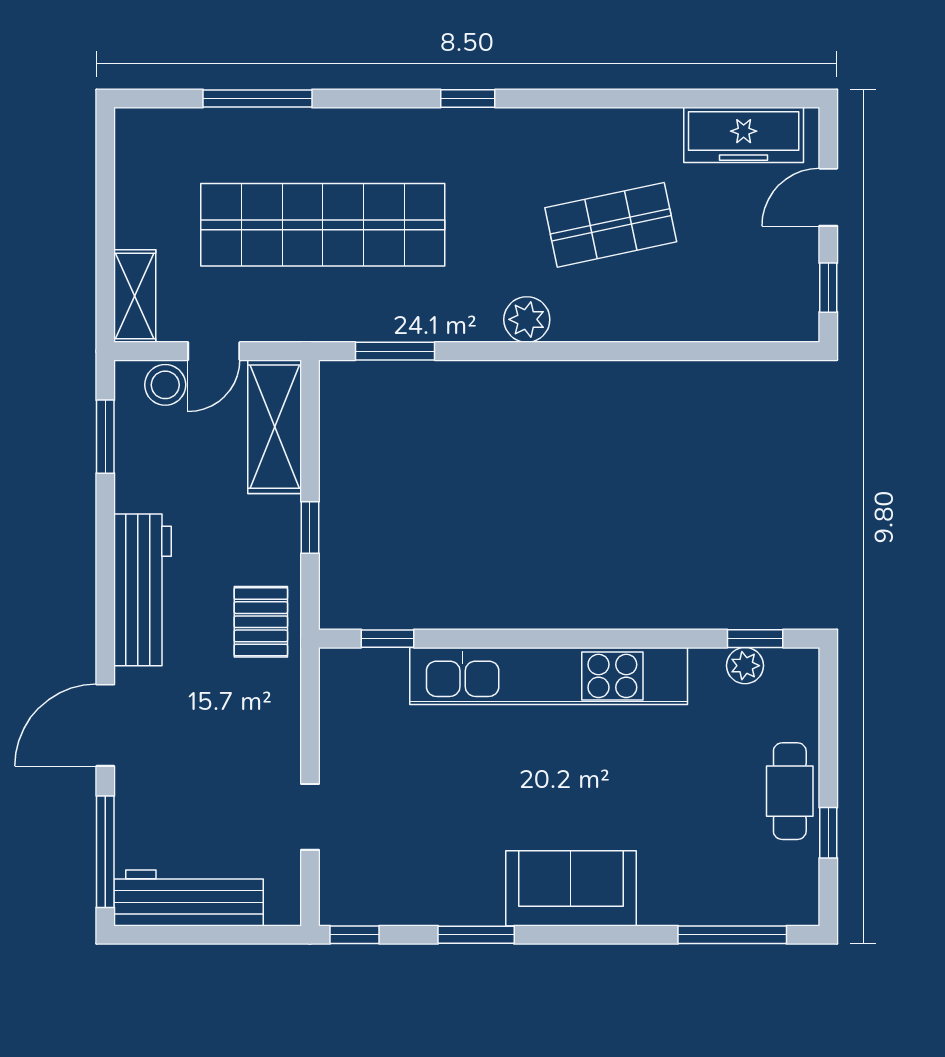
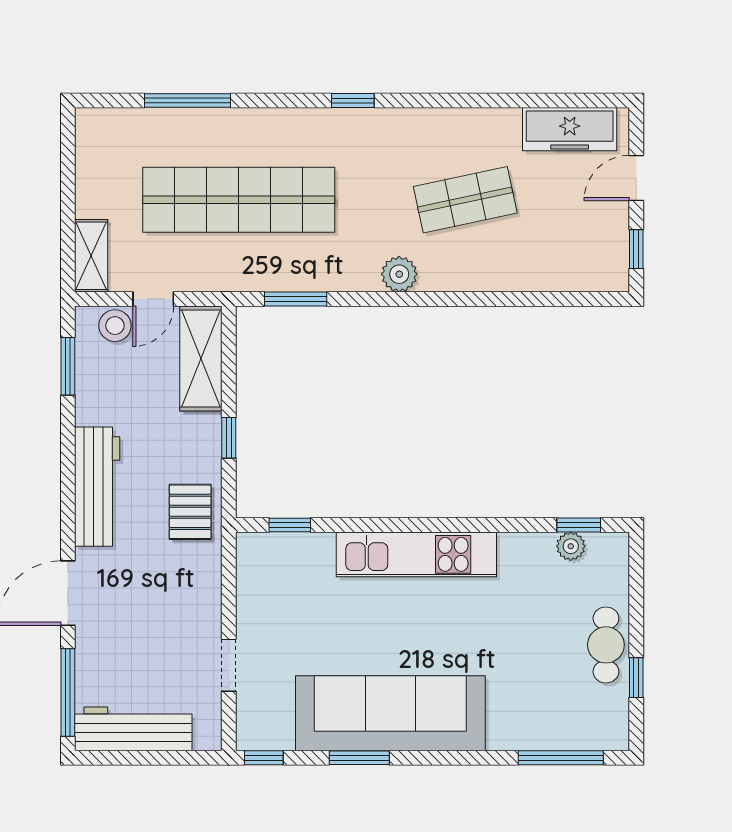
kitchen unit: (549, 676) -> (416, 554), width x0.73
sofa: (571, 888) -> (390, 713), width x1.85, depth x1.27

